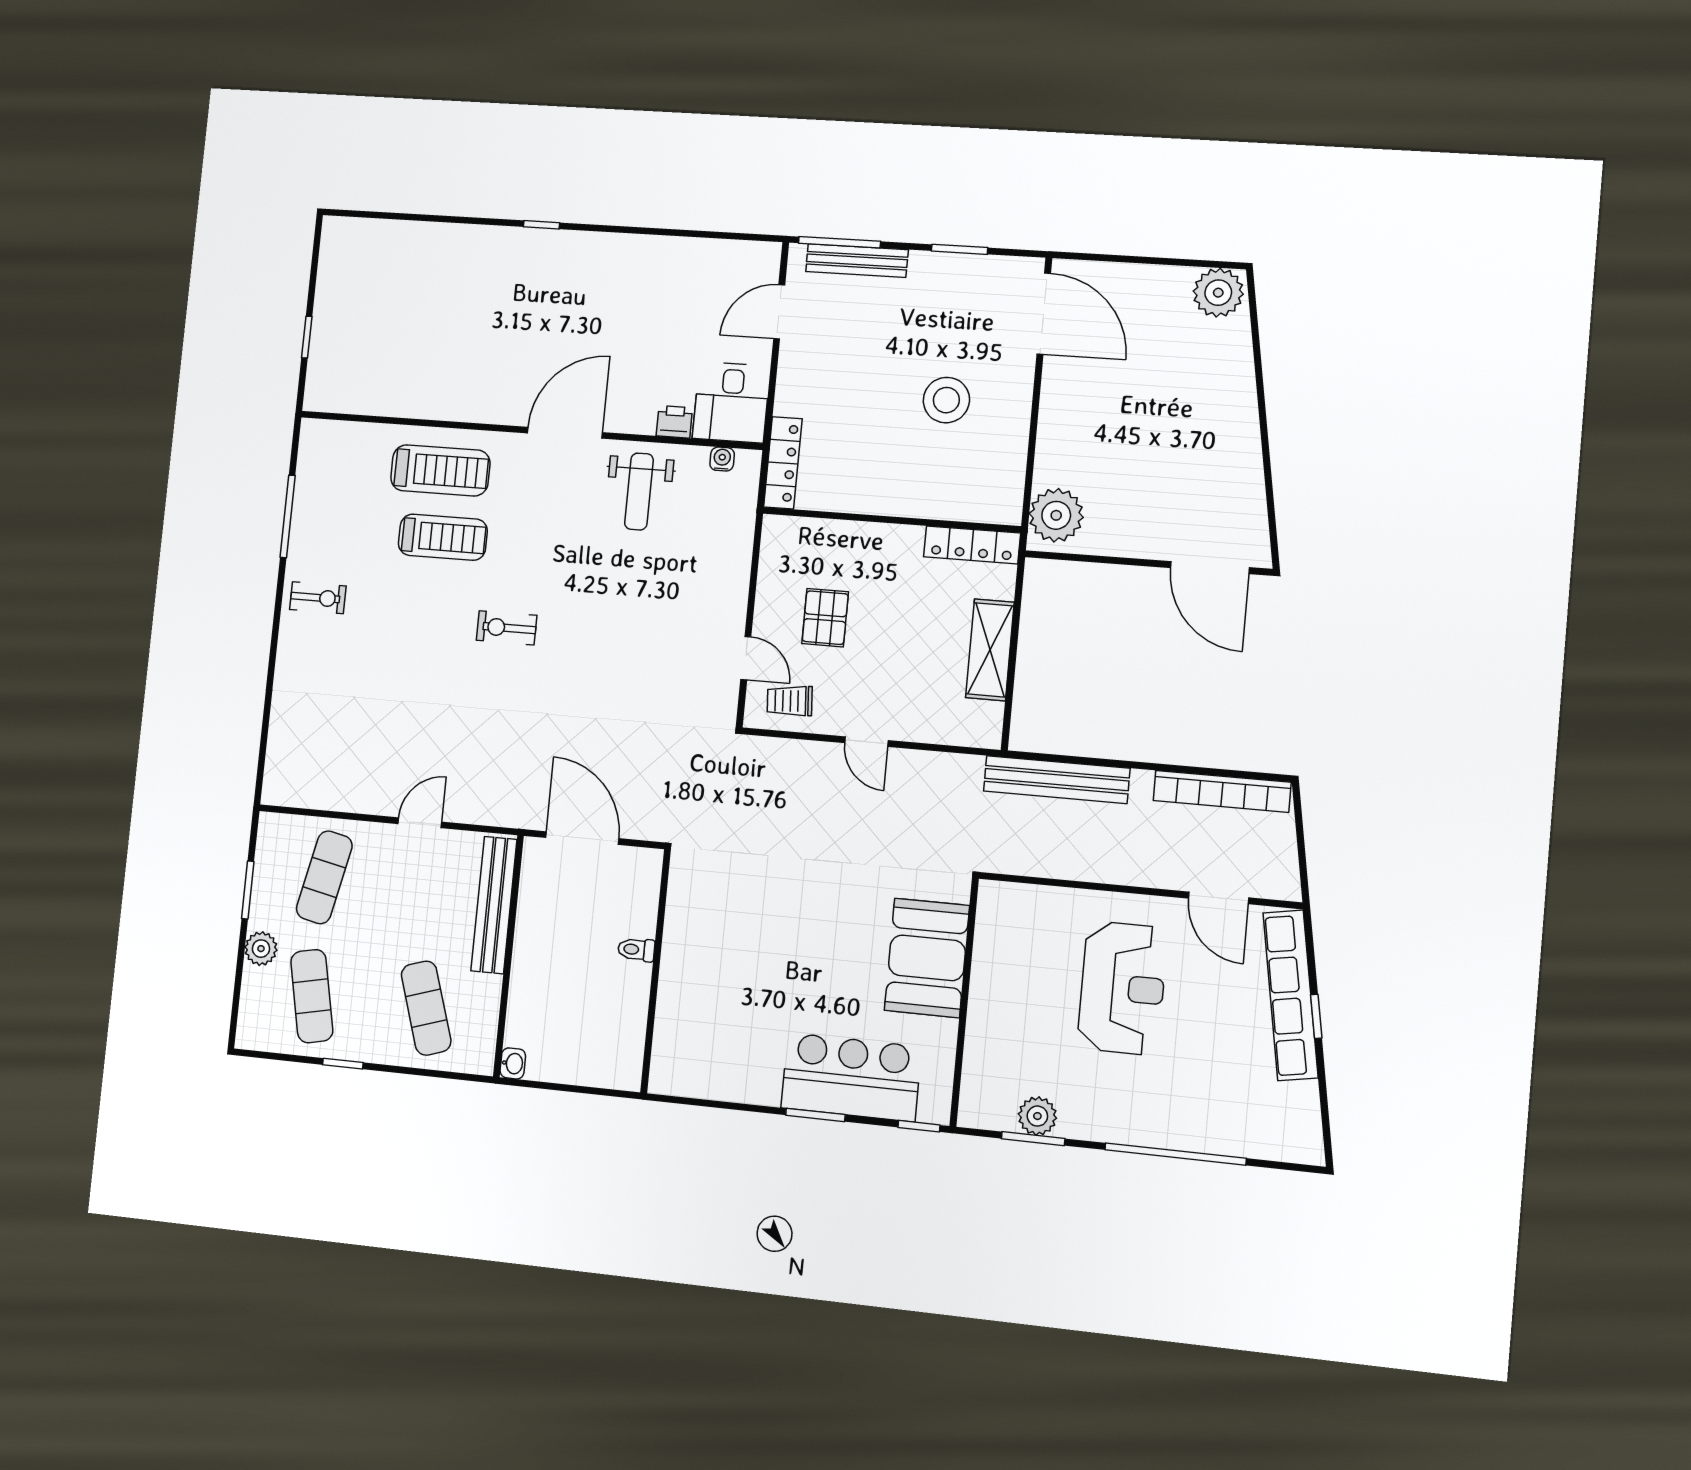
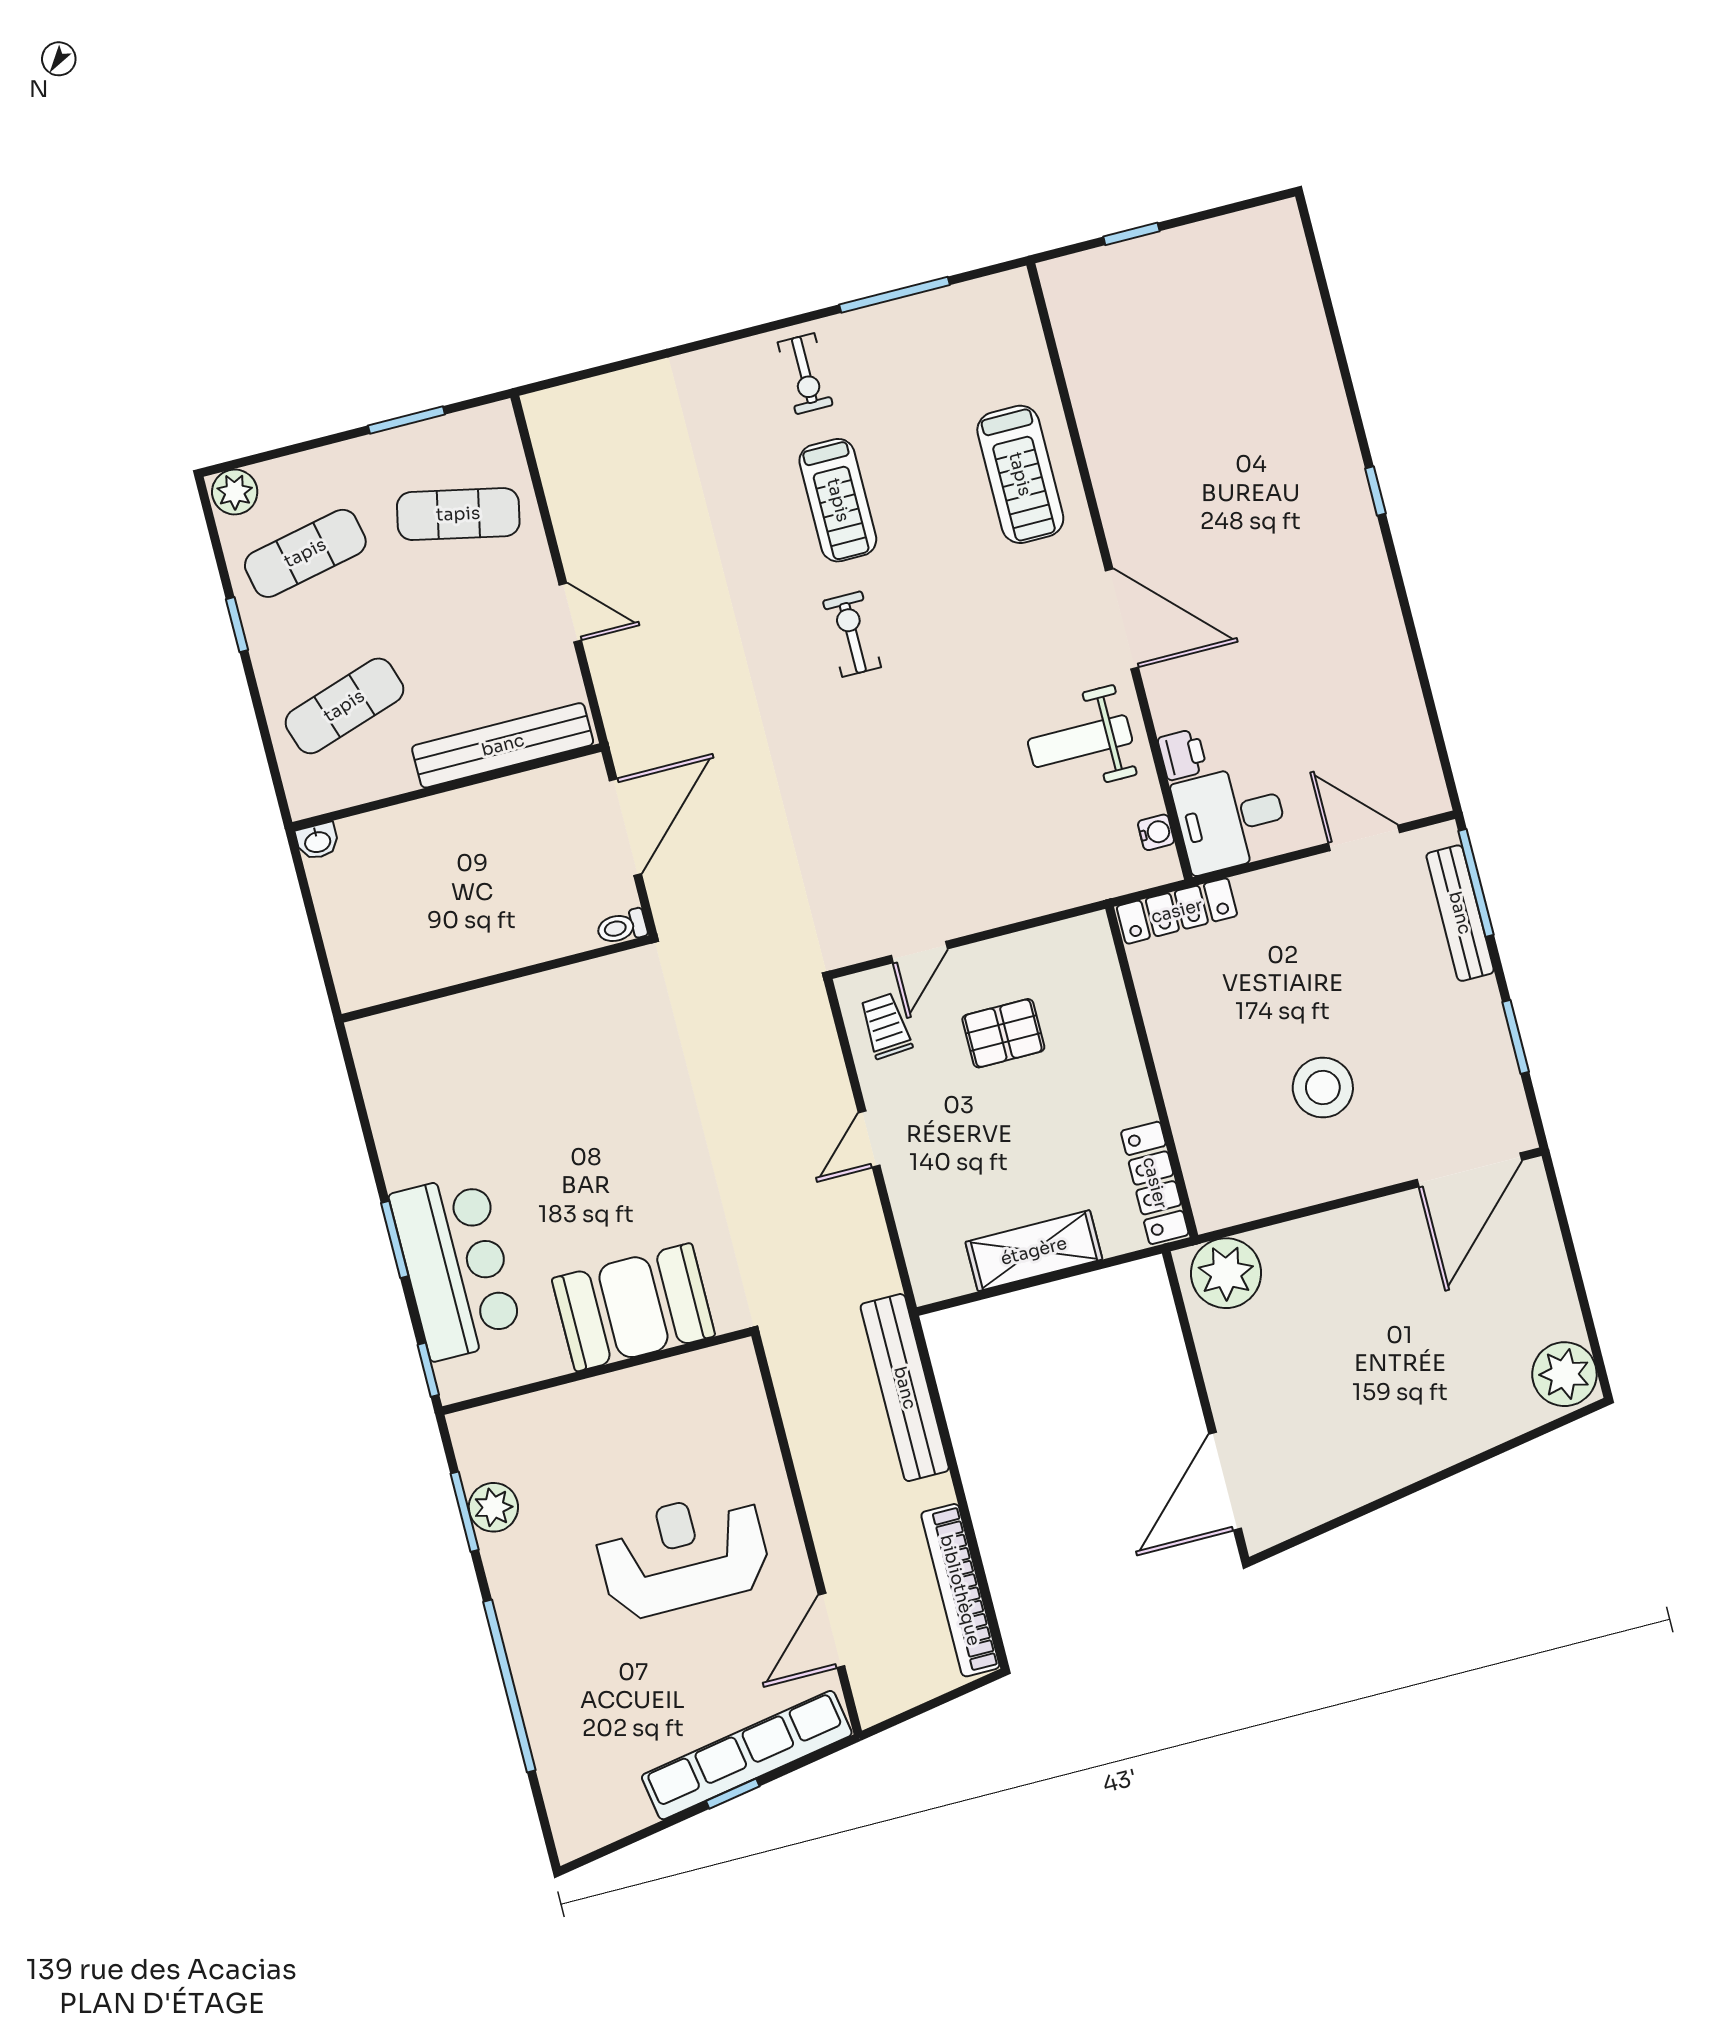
treadmill: (443, 537) -> (838, 500), moved
plant: (261, 949) -> (235, 492), moved
toilet: (636, 950) -> (622, 927), moved, turned -90
reception desk: (1122, 988) -> (683, 1554), turned 180

